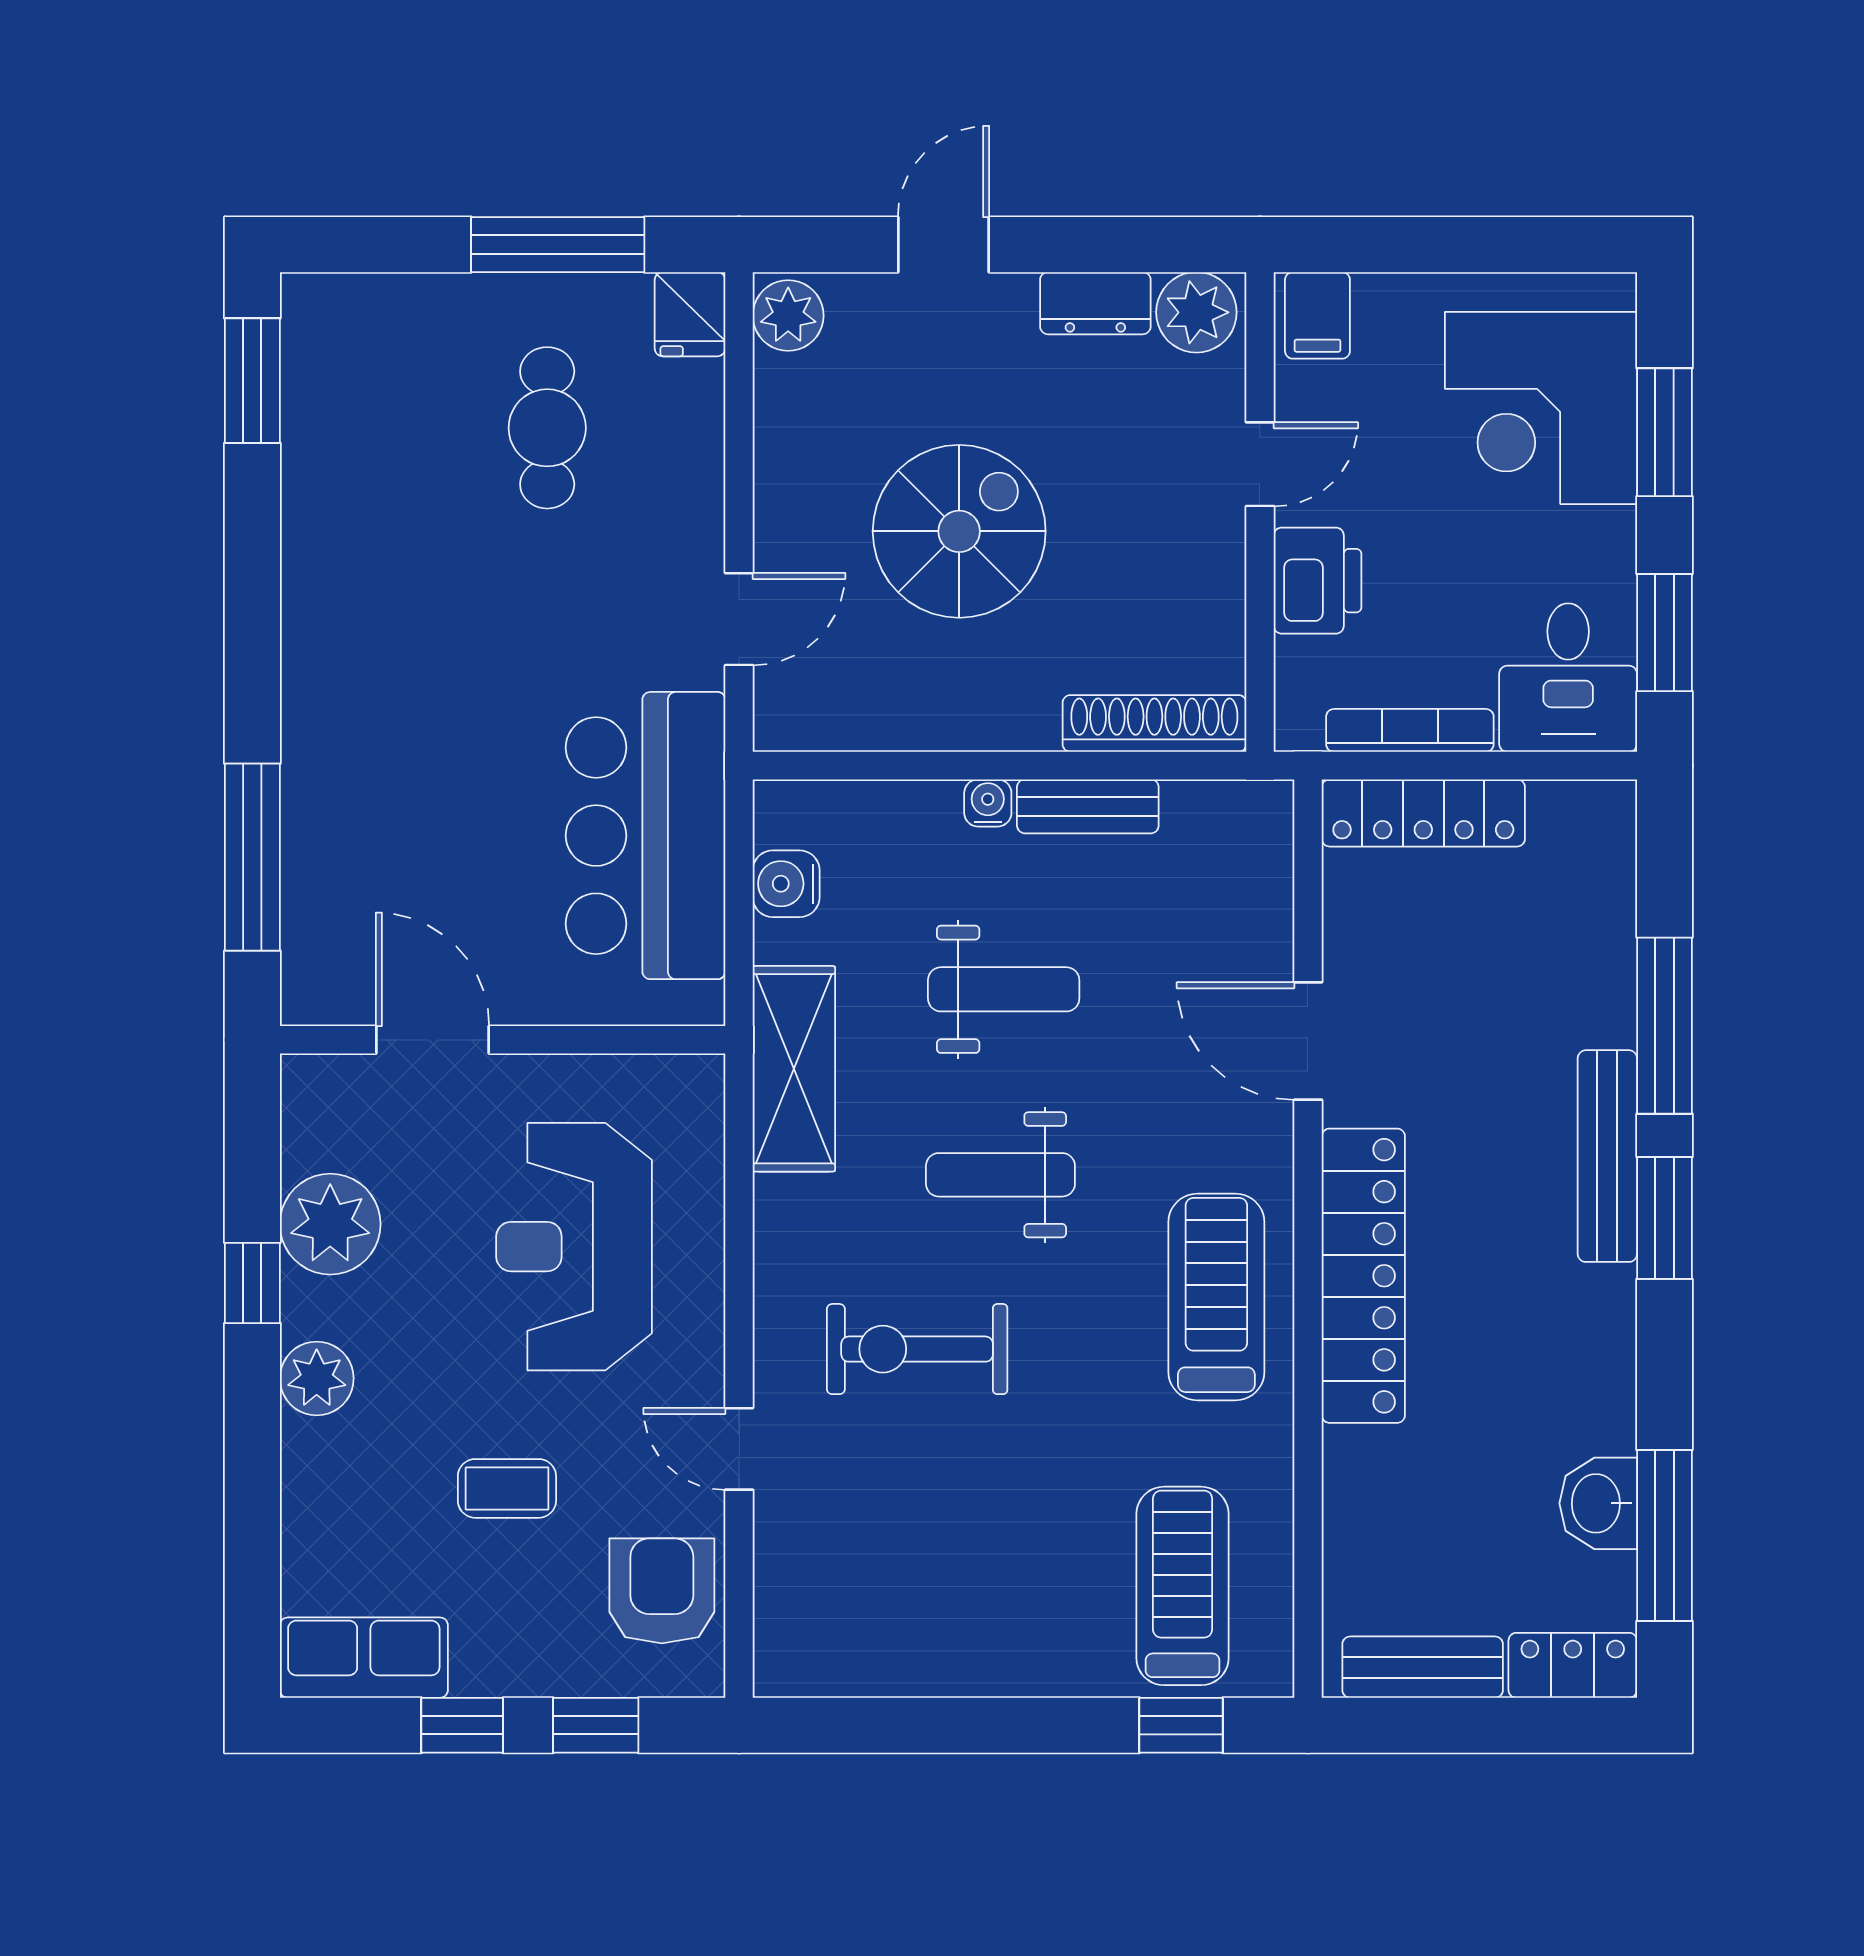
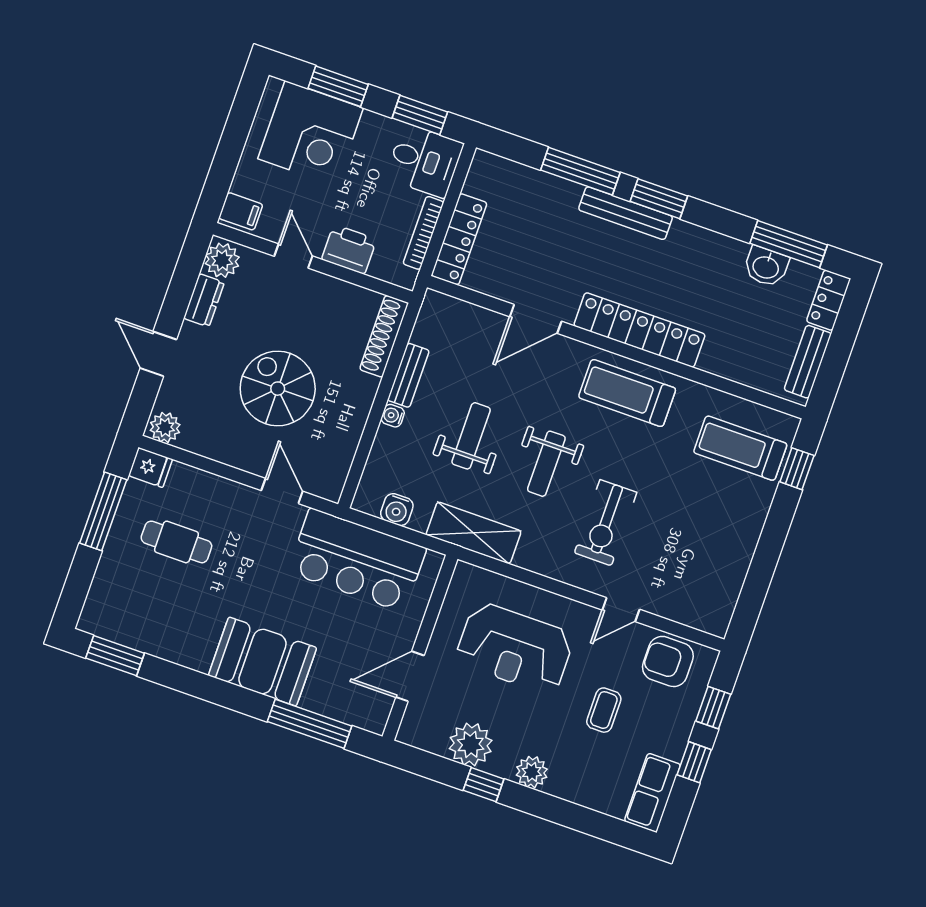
booth: (352, 707) -> (262, 662), added

